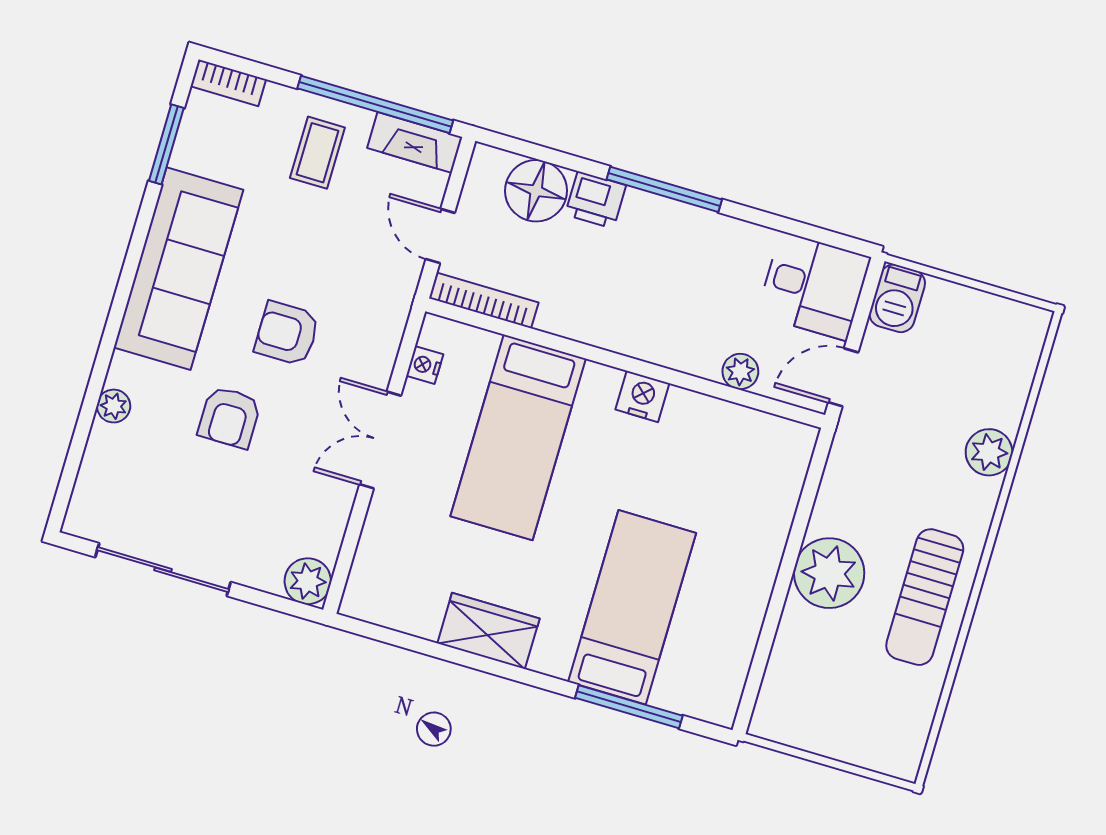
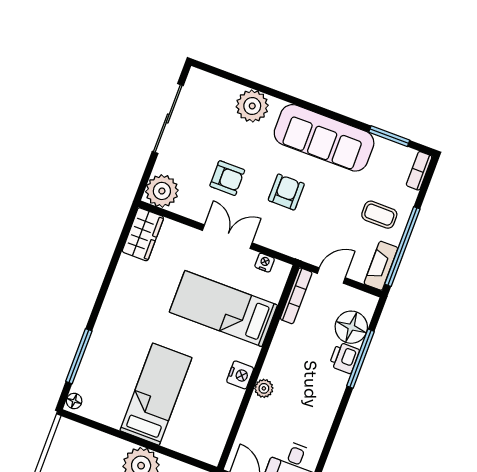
window: (664, 189) -> (360, 359), moved
plant: (740, 371) -> (264, 388), moved
plant: (114, 406) -> (252, 106), width x1.87, depth x1.87
armchair: (229, 417) -> (227, 178), moved, turned 180
plant: (308, 581) -> (162, 191), width x1.36, depth x1.36
bed: (632, 607) -> (156, 394), moved, turned -90
wardrobe: (488, 631) -> (143, 234), moved
floor lamp: (715, 710) -> (74, 401), added

